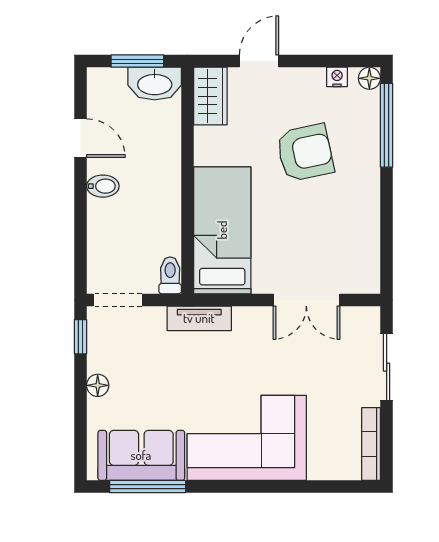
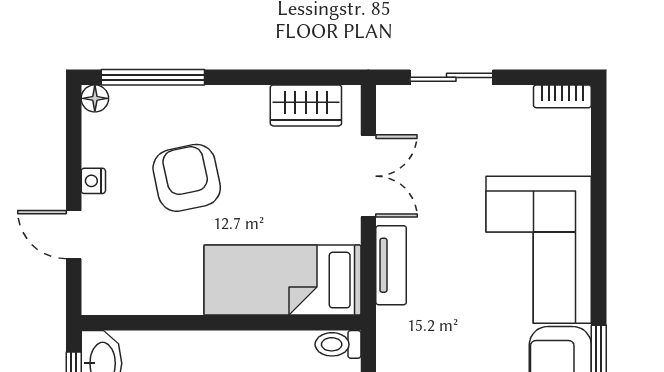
nightstand: (337, 77) -> (93, 181), moved
wardrobe: (210, 96) -> (306, 105), moved, turned 180
tv unit: (199, 318) -> (391, 265), moved
bookcase: (371, 444) -> (562, 96), width x0.64

